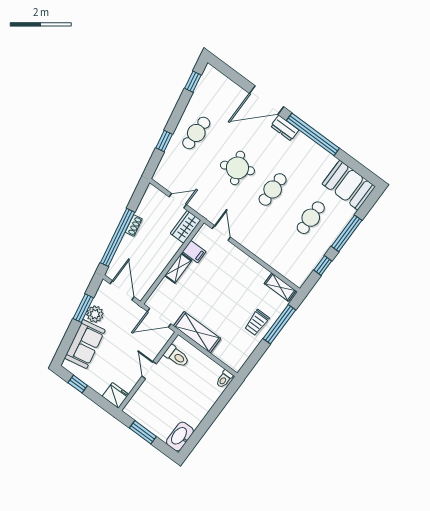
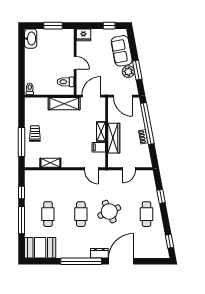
wardrobe: (186, 227) -> (114, 138), moved, width x1.50
shelving: (280, 287) -> (50, 163), moved

